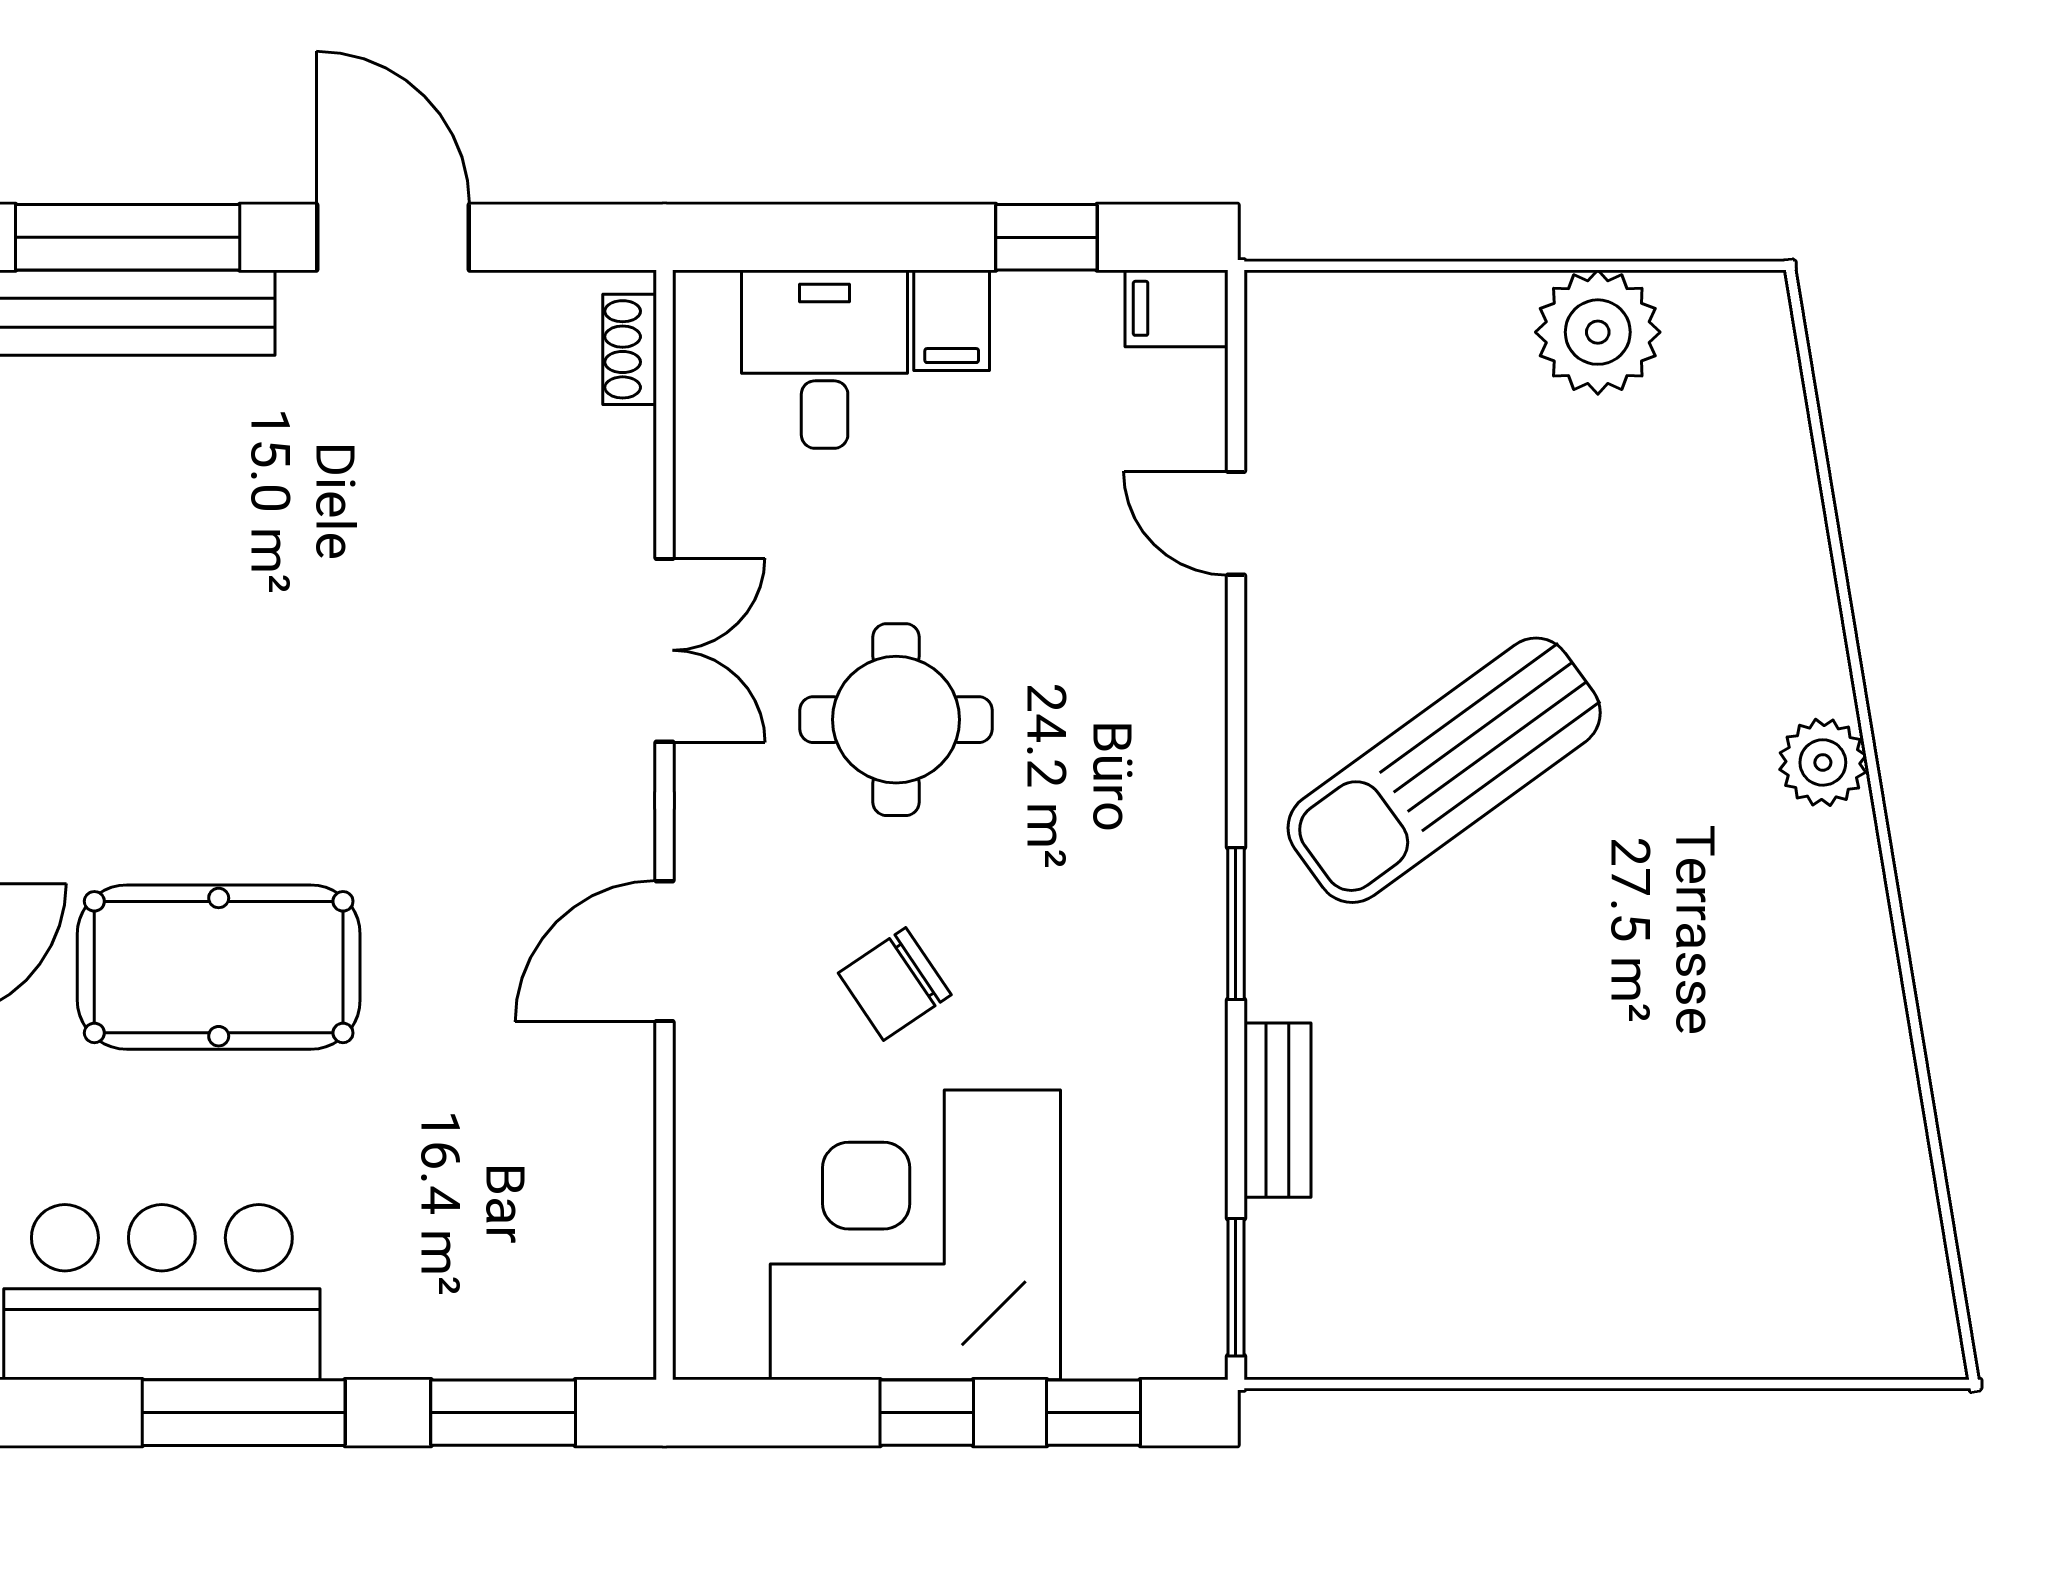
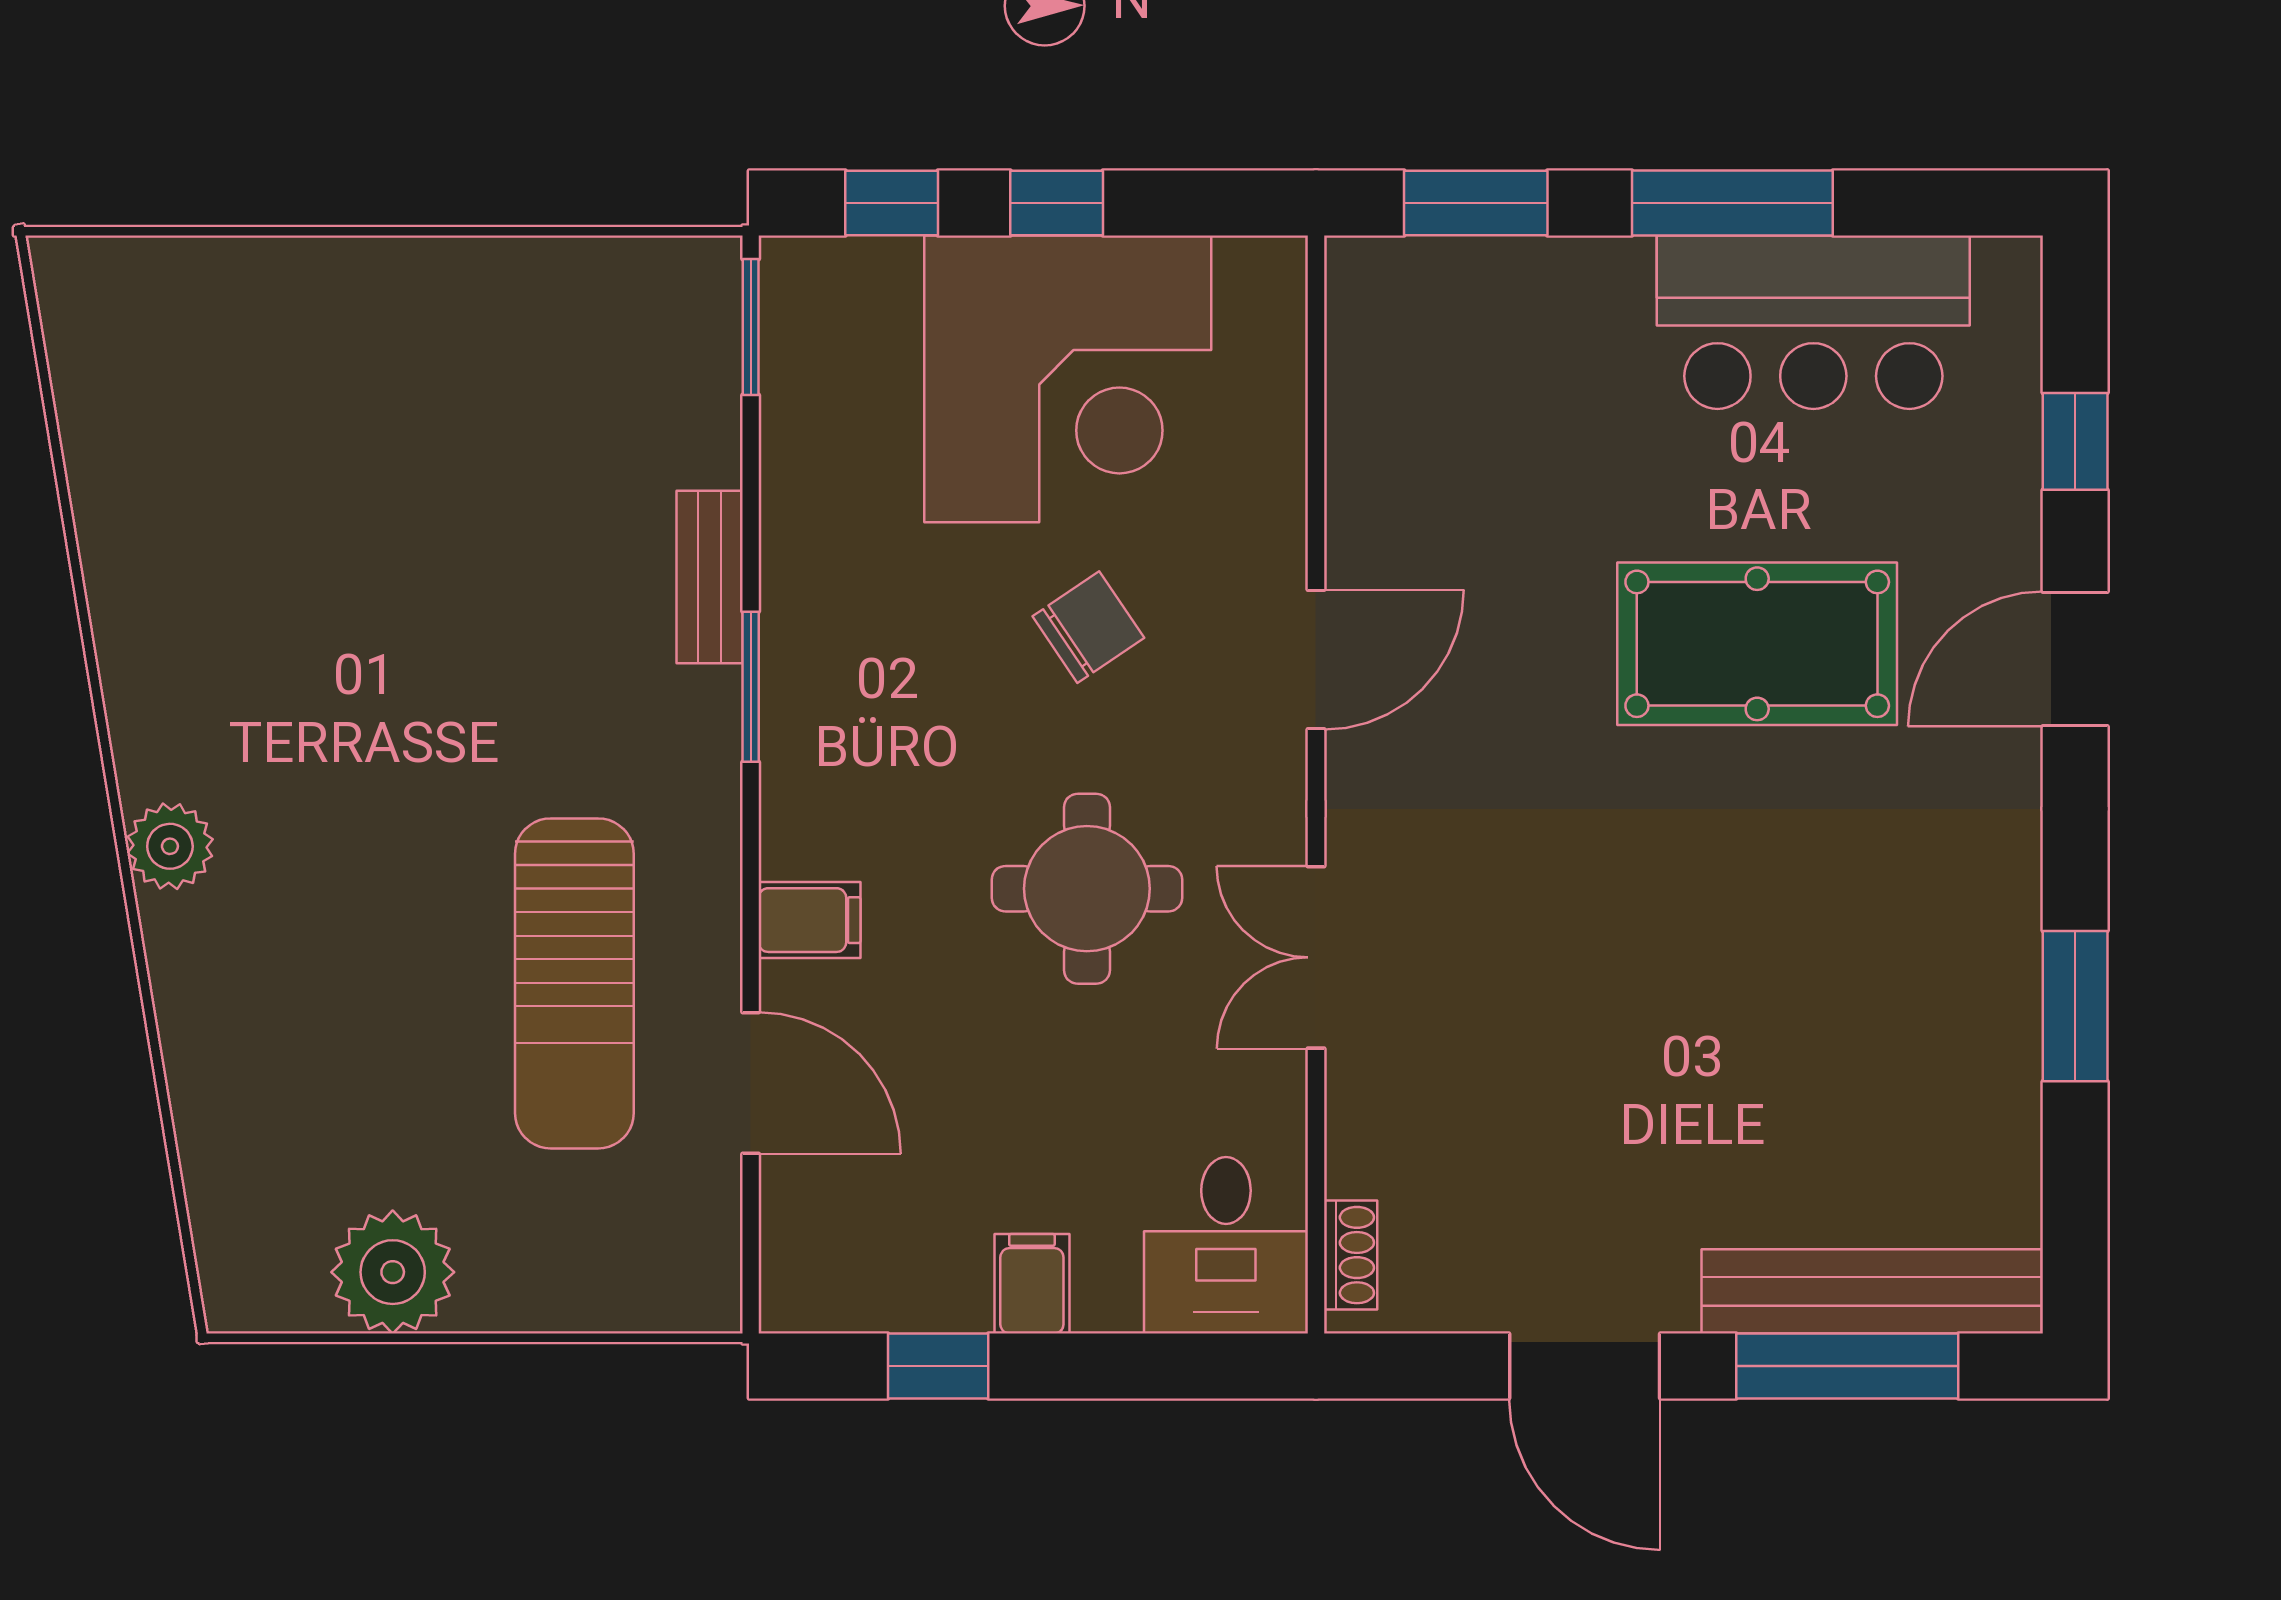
filing cabinet: (1176, 308) -> (809, 920), moved
desk: (825, 359) -> (1226, 1245), moved
door: (1236, 523) -> (751, 1083), width x1.38
sun lounger: (1444, 770) -> (574, 983), moved, turned 126
bench: (1277, 1110) -> (710, 577), moved

